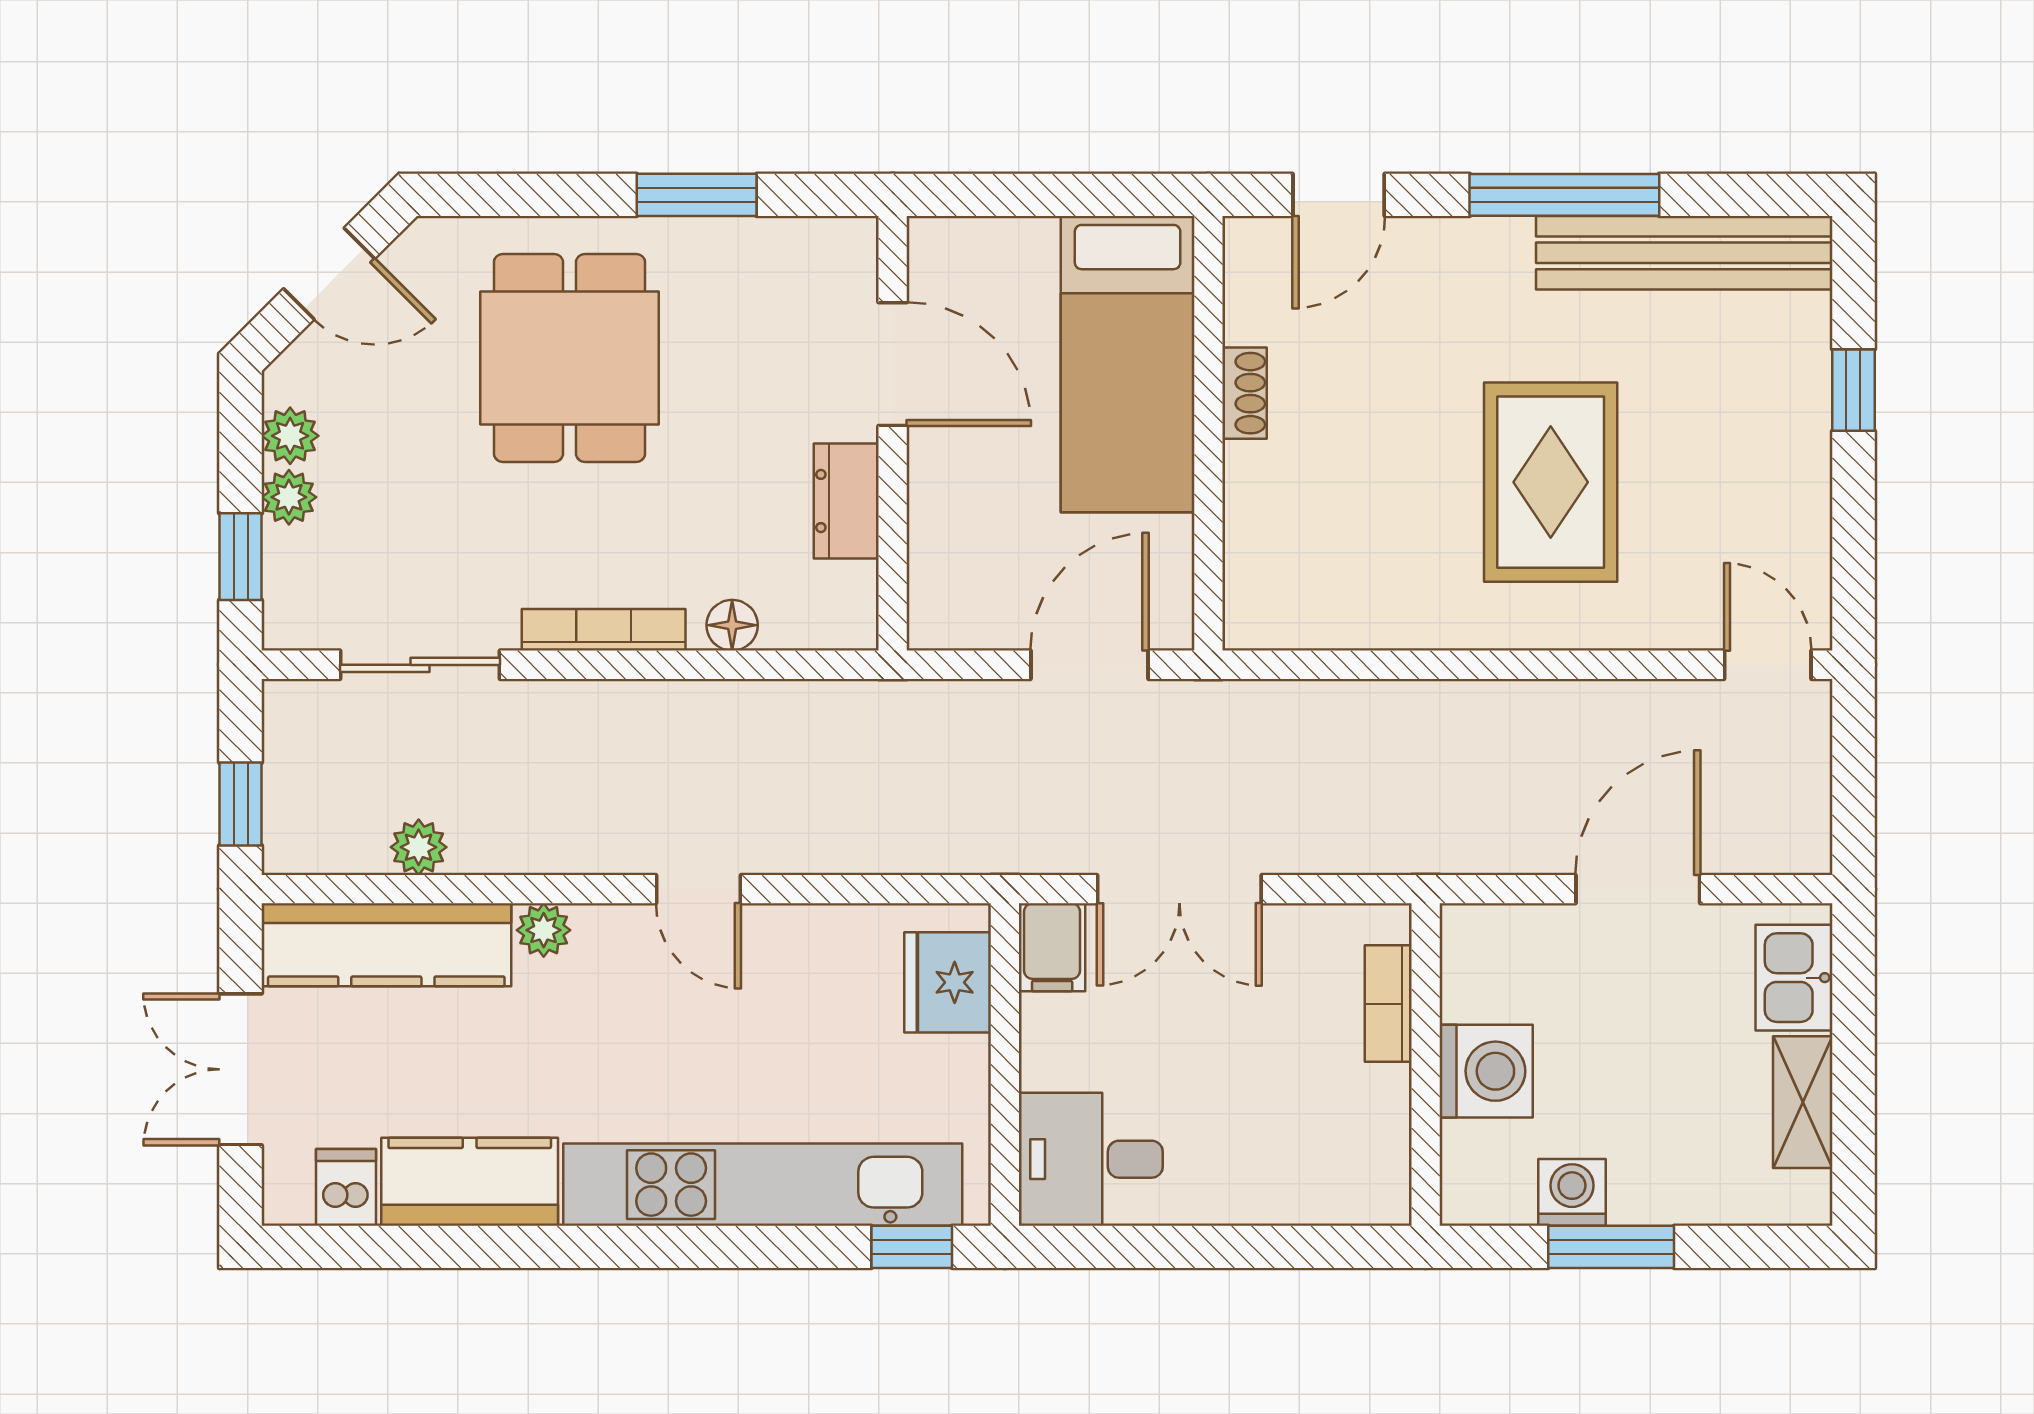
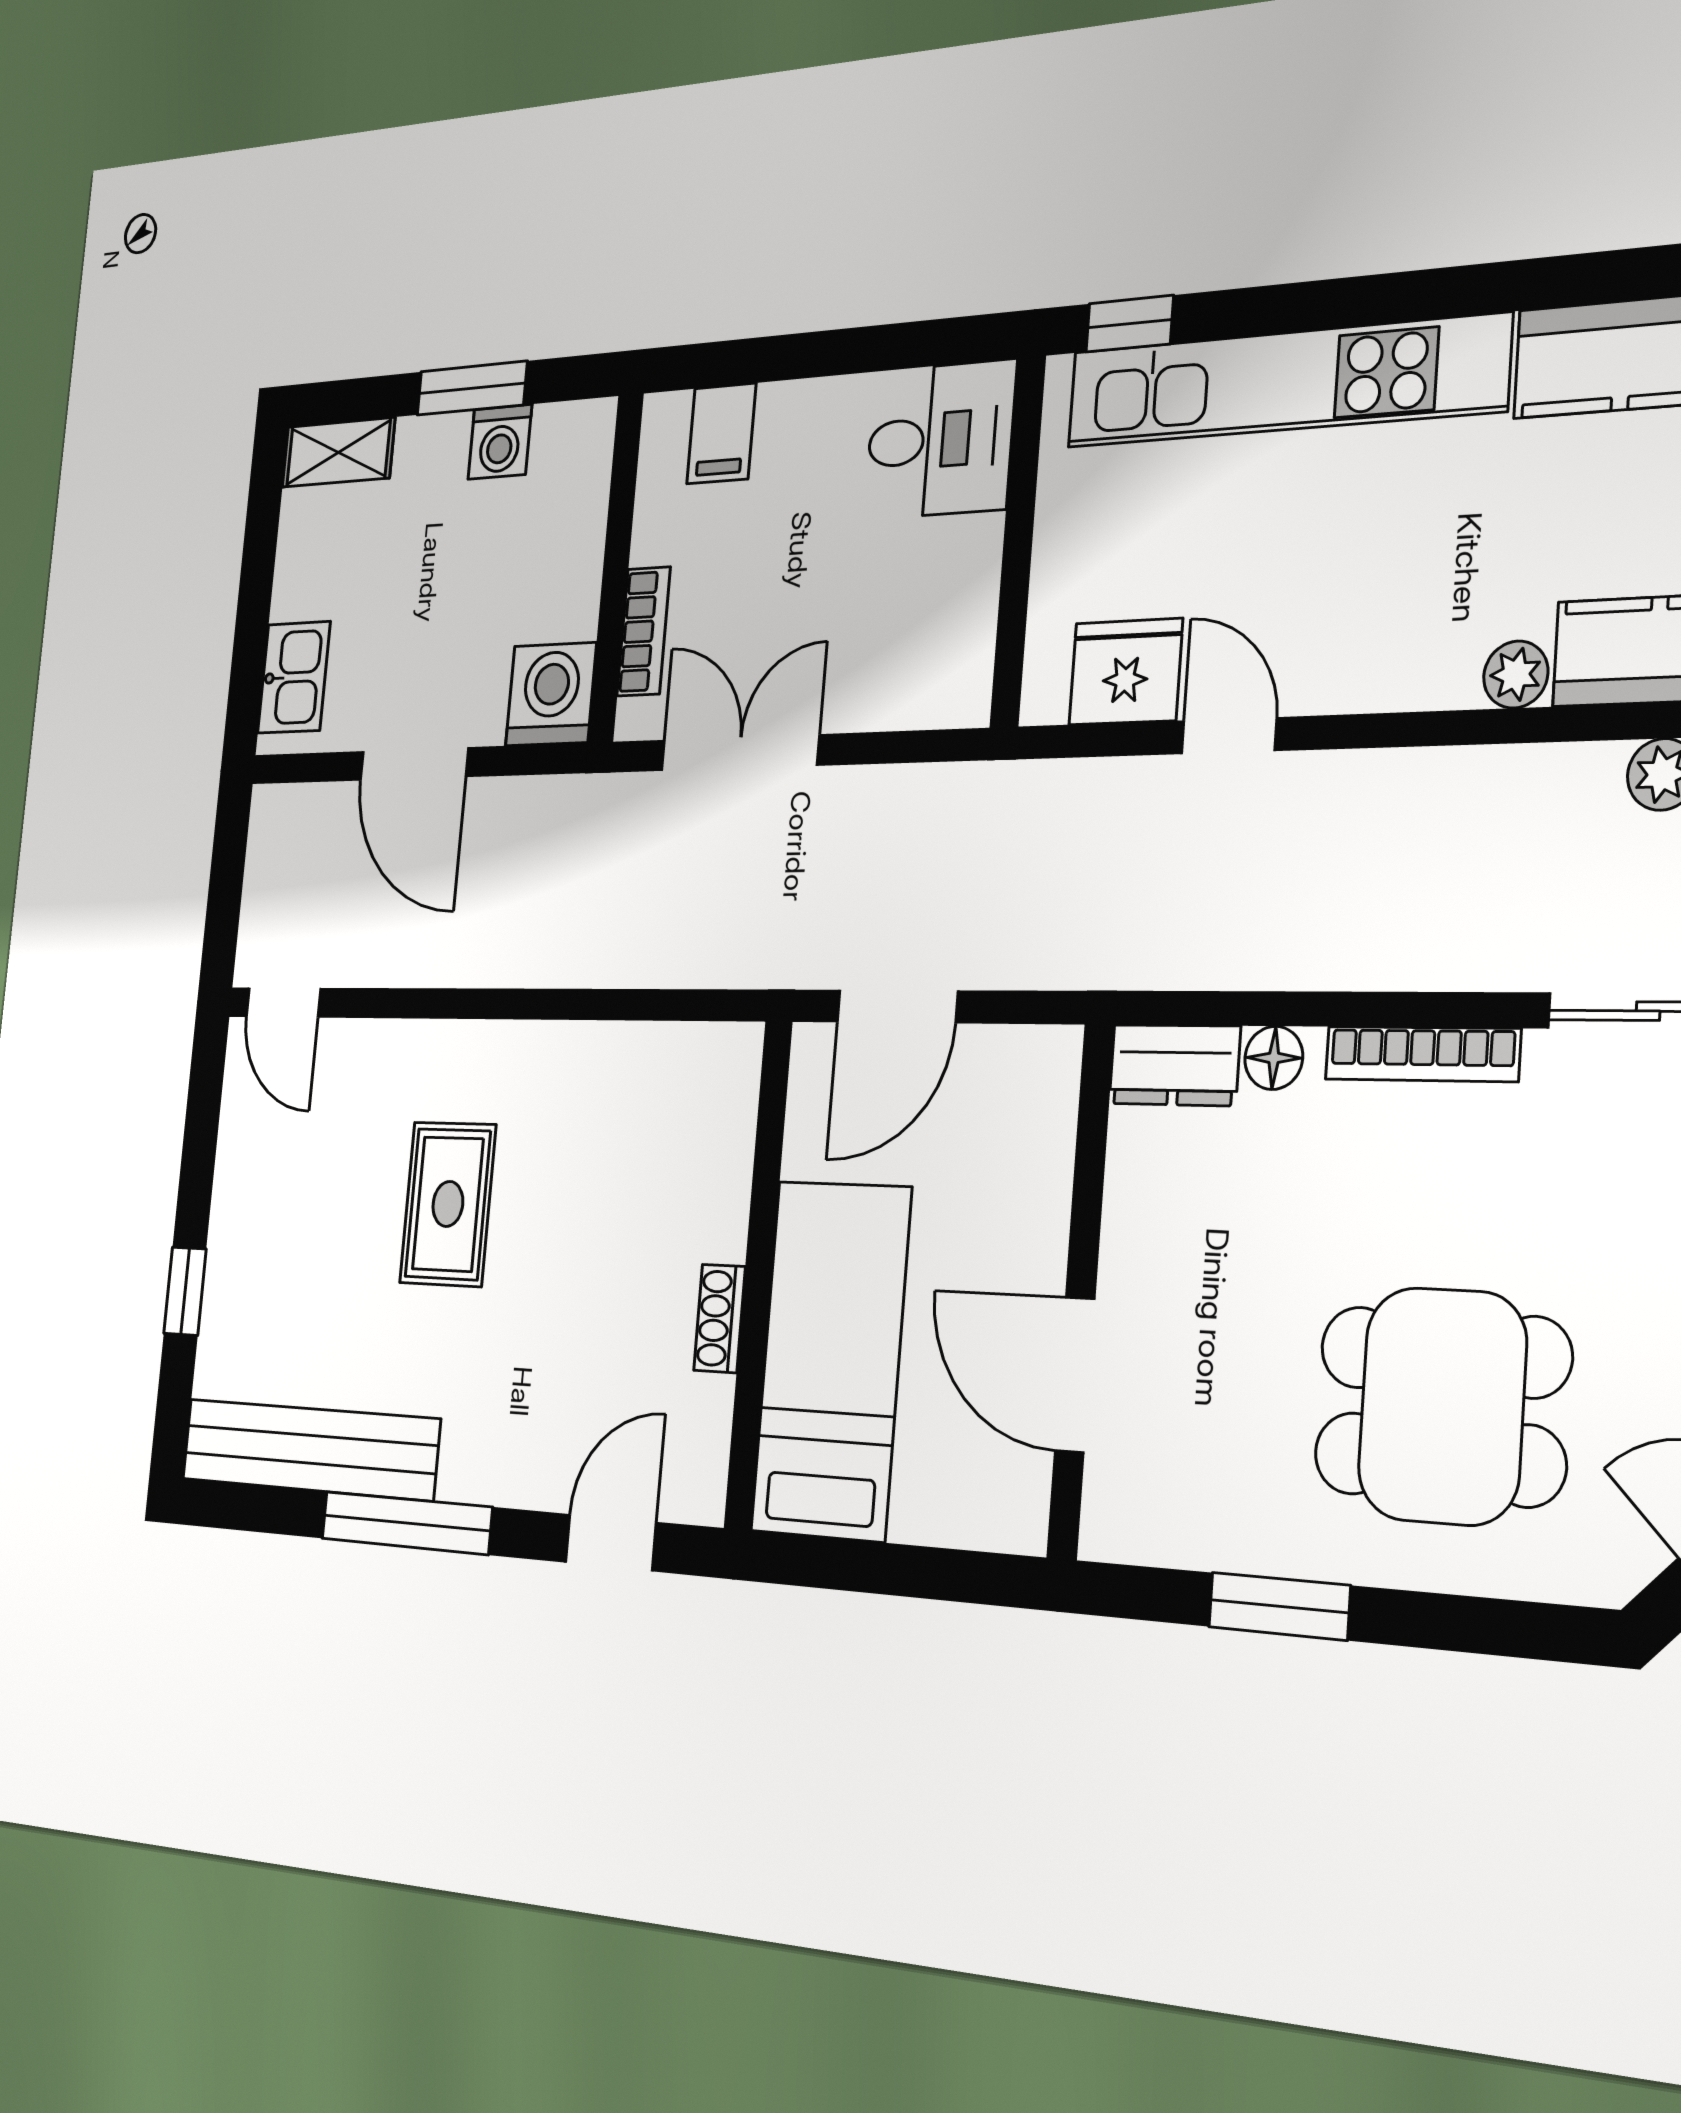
dining table: (569, 358) -> (1442, 1406), turned 90
rug: (1551, 482) -> (448, 1204), width x0.73, depth x0.70
dresser: (846, 501) -> (1174, 1065), moved, turned 90
door: (698, 889) -> (1229, 736), moved
double door: (1179, 889) -> (740, 753), moved
door: (1638, 889) -> (414, 764), hinge flipped
filing cabinet: (1052, 947) -> (721, 434), moved, turned 180
fridge: (948, 982) -> (1126, 672), moved, turned -90
washing machine: (1486, 1071) -> (551, 694), moved, turned 90
shelving: (1803, 1102) -> (338, 452), moved, turned 90

